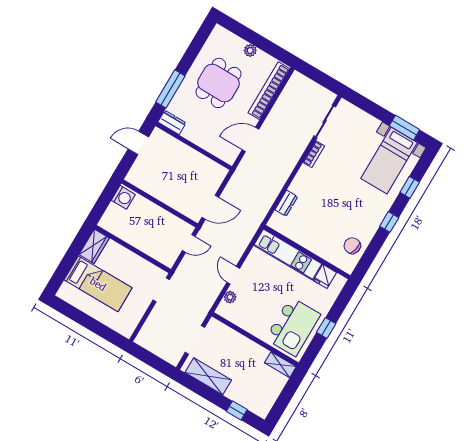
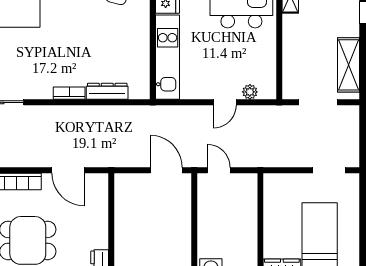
bookcase: (314, 154) -> (69, 93), moved
dresser: (286, 203) -> (107, 91), width x1.44
doorway: (161, 290) -> (329, 170), moved

